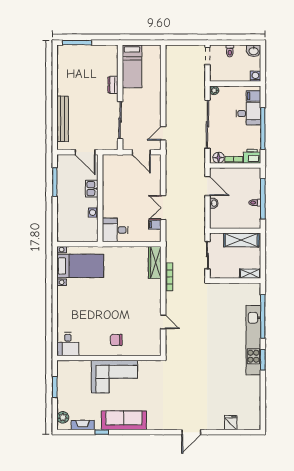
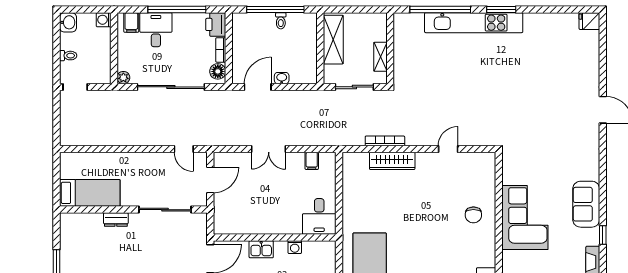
double door: (163, 208) -> (269, 149), moved
wardrobe: (155, 262) -> (392, 161), moved
shelving: (250, 274) -> (380, 57), moved
sofa: (124, 420) -> (586, 204), width x0.73
fridge: (231, 423) -> (589, 21), moved

